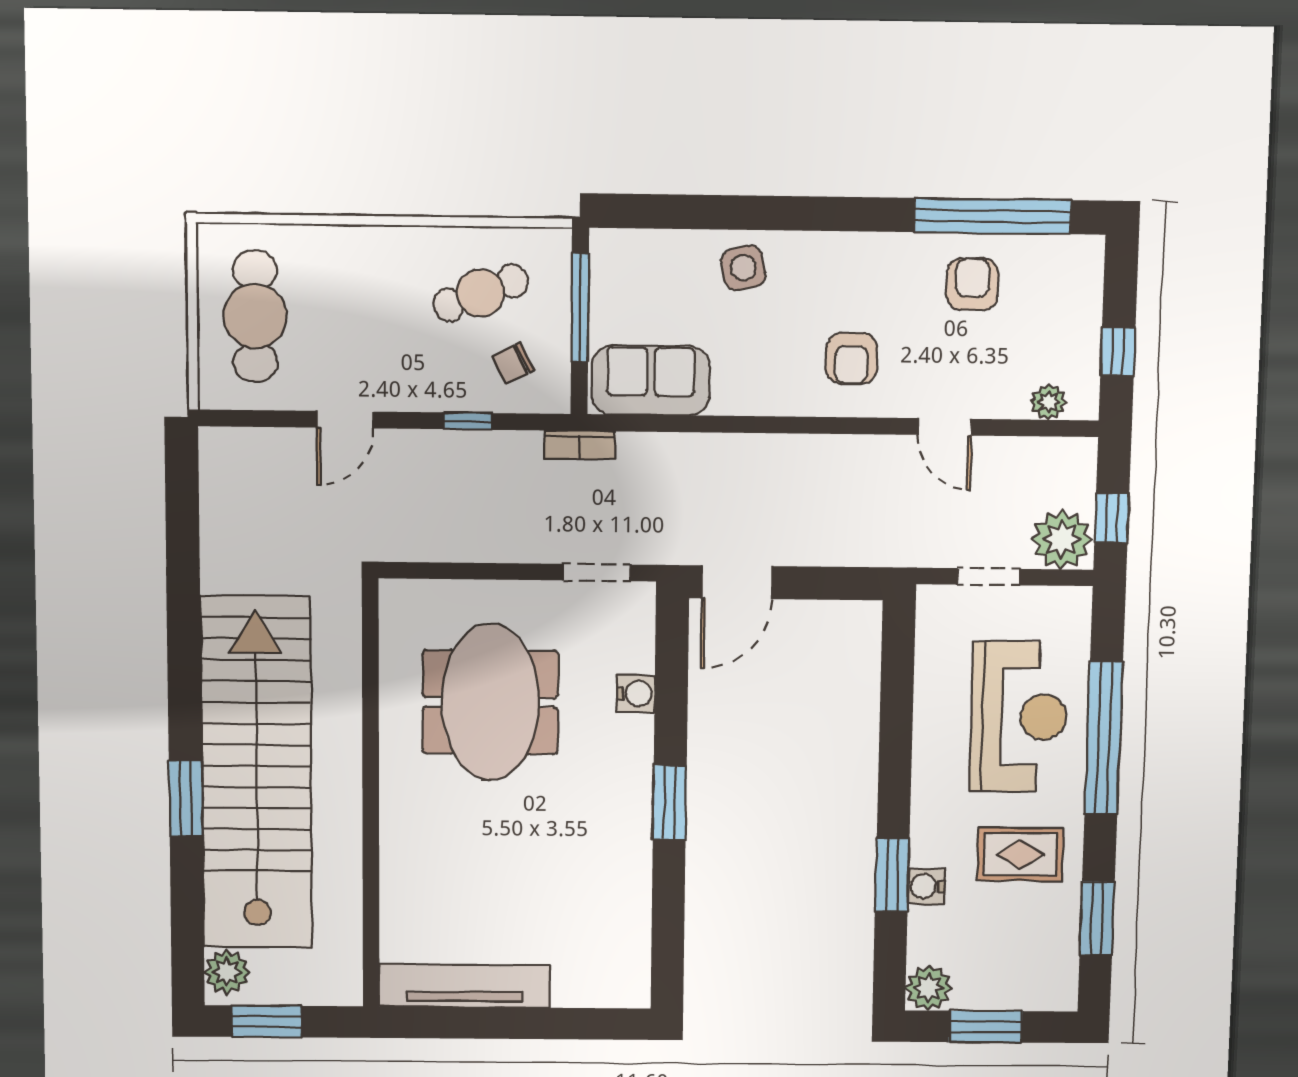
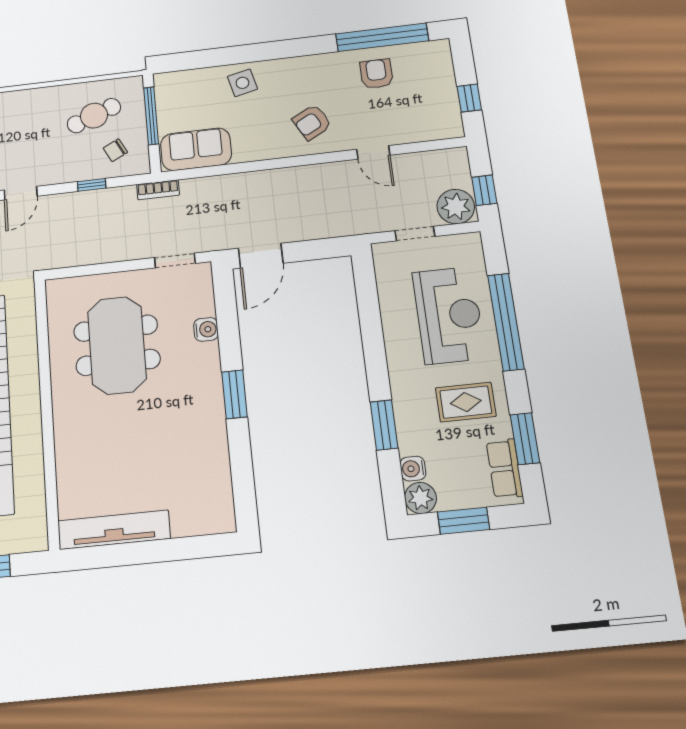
armchair: (852, 358) -> (312, 122), turned 62
plant: (1049, 402) -> (433, 131), removed
water cooler: (926, 886) -> (413, 469), moved
row of seats: (1059, 959) -> (505, 469), added

